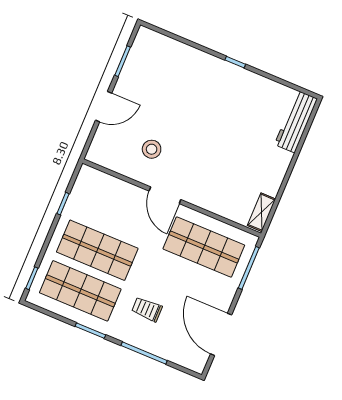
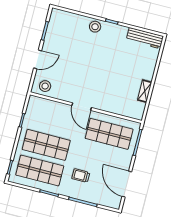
stool: (206, 67) -> (95, 27), added
workbench: (296, 122) -> (145, 38), moved, turned -90
stool: (152, 149) -> (45, 86), moved
shelving: (261, 212) -> (145, 91), moved

